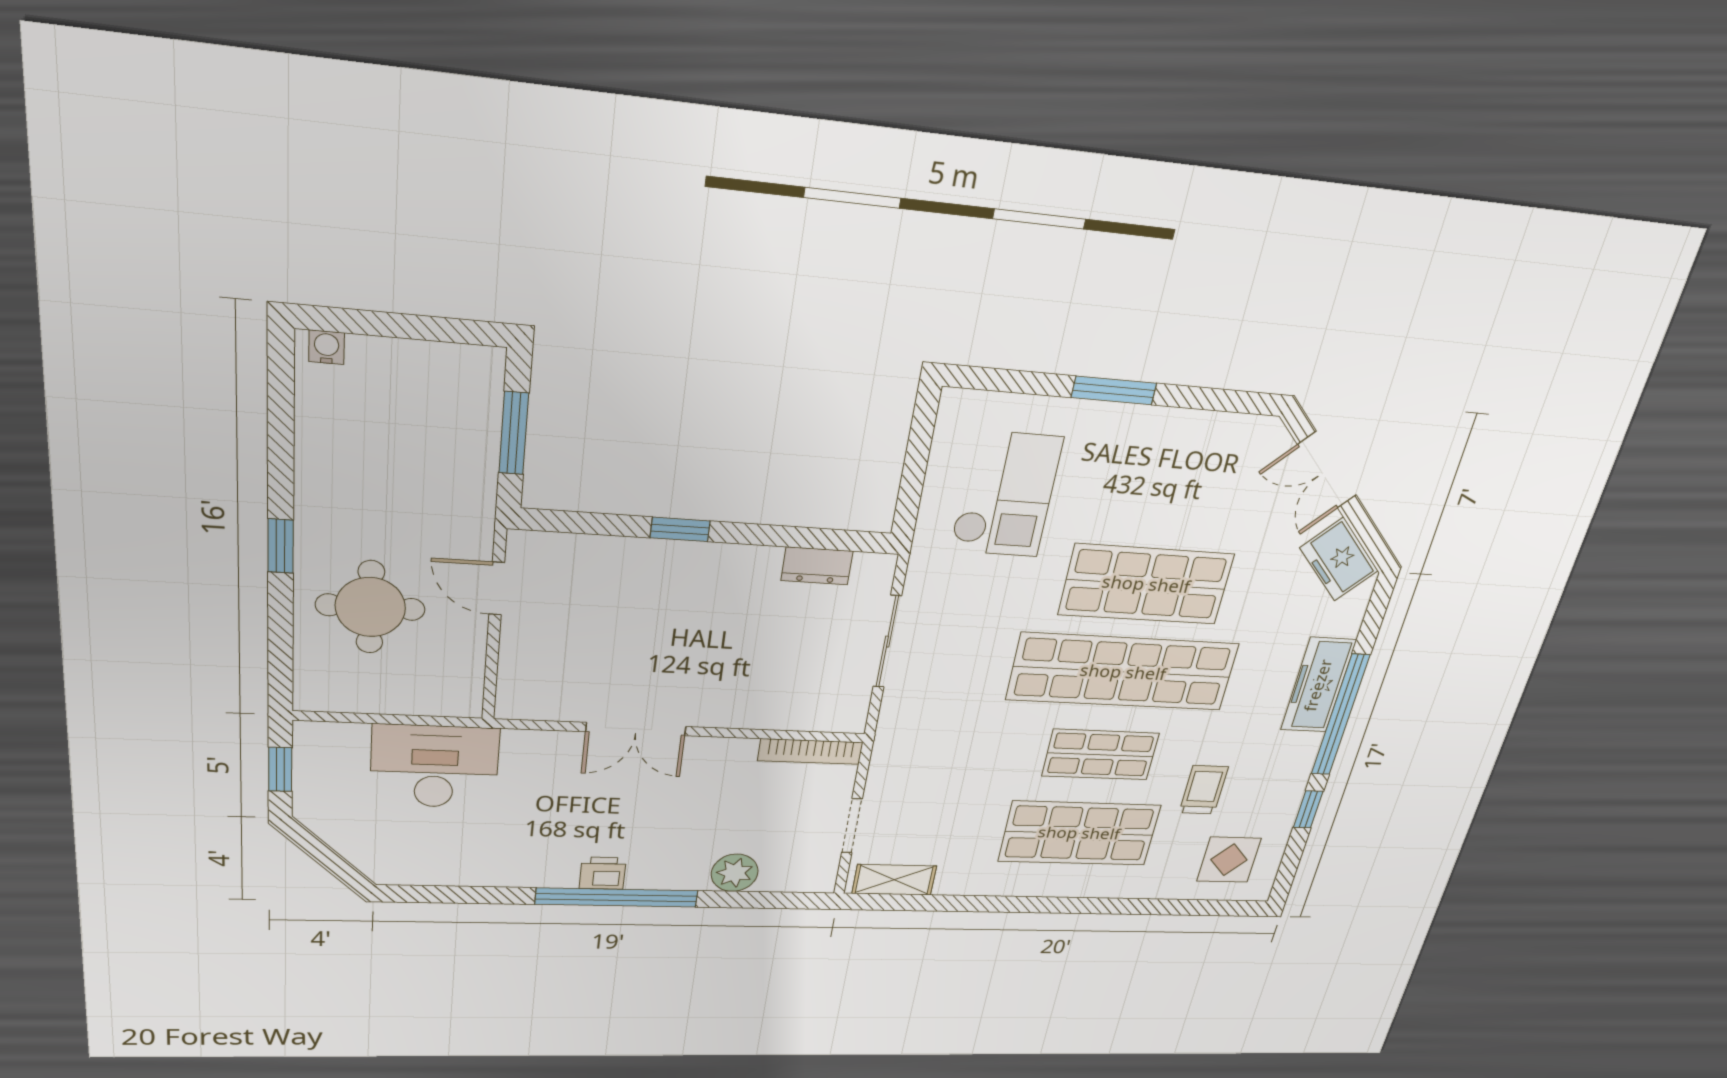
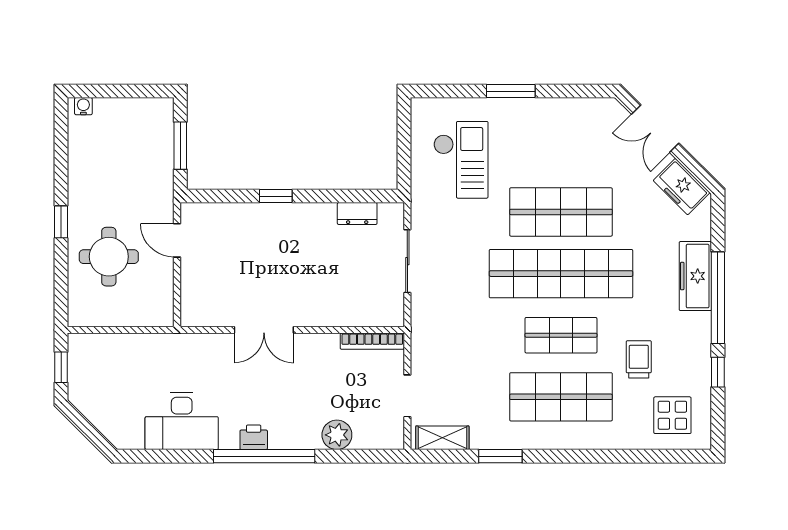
desk: (435, 767) -> (182, 421), moved, turned 180
window: (974, 904) -> (500, 456), added

